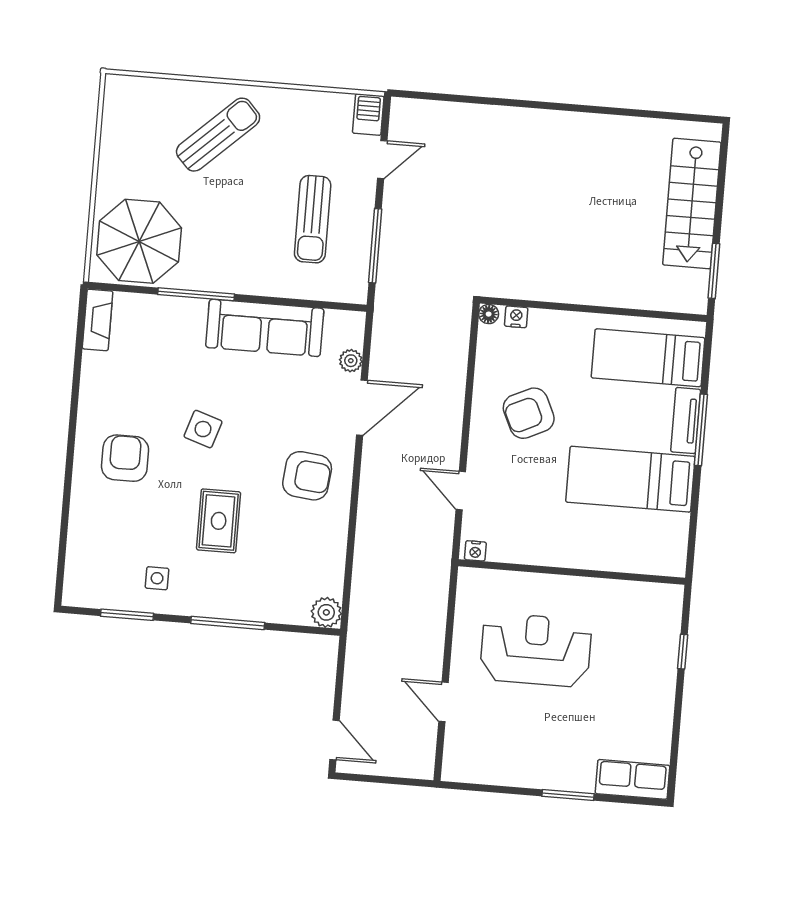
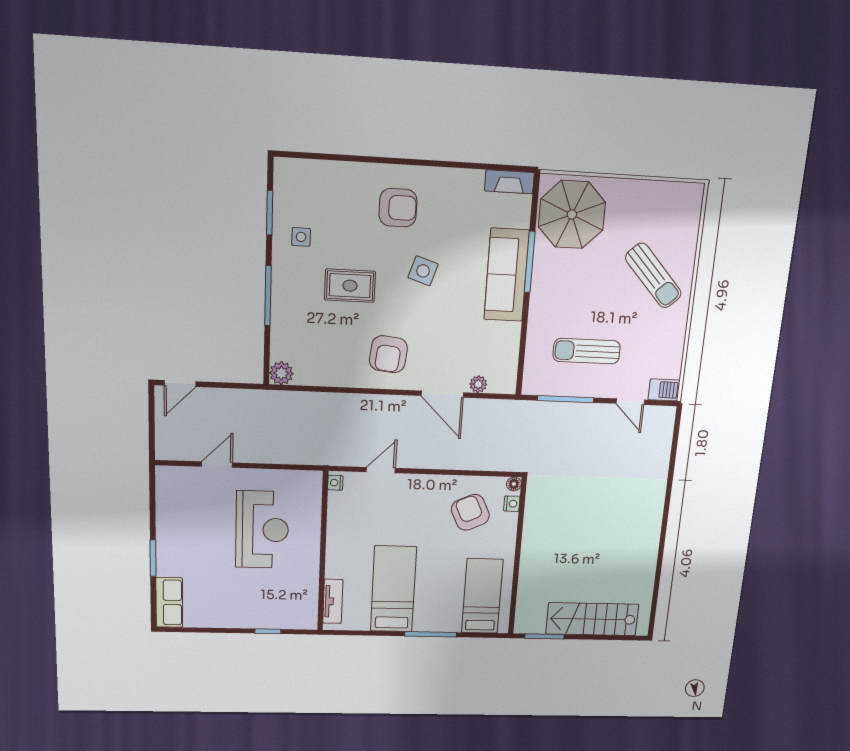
sofa: (265, 328) -> (507, 275), moved
armchair: (529, 413) -> (470, 512), moved
tv unit: (686, 421) -> (333, 601), moved, turned 90

